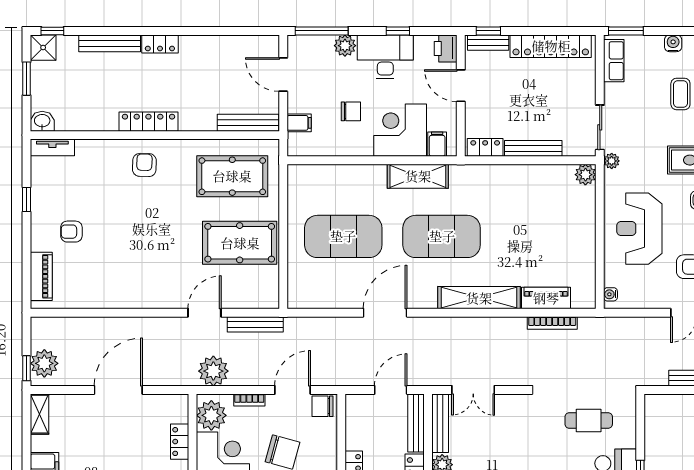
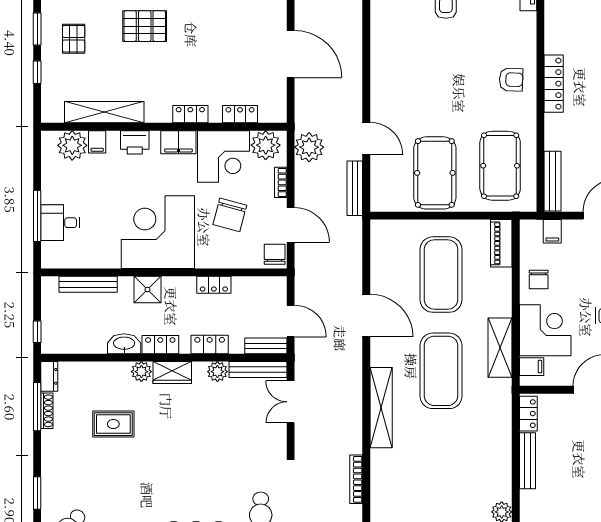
chair: (351, 111) -> (539, 279), moved
piano: (546, 298) -> (501, 243), moved, turned 180
bench: (416, 423) -> (266, 346), width x0.73

